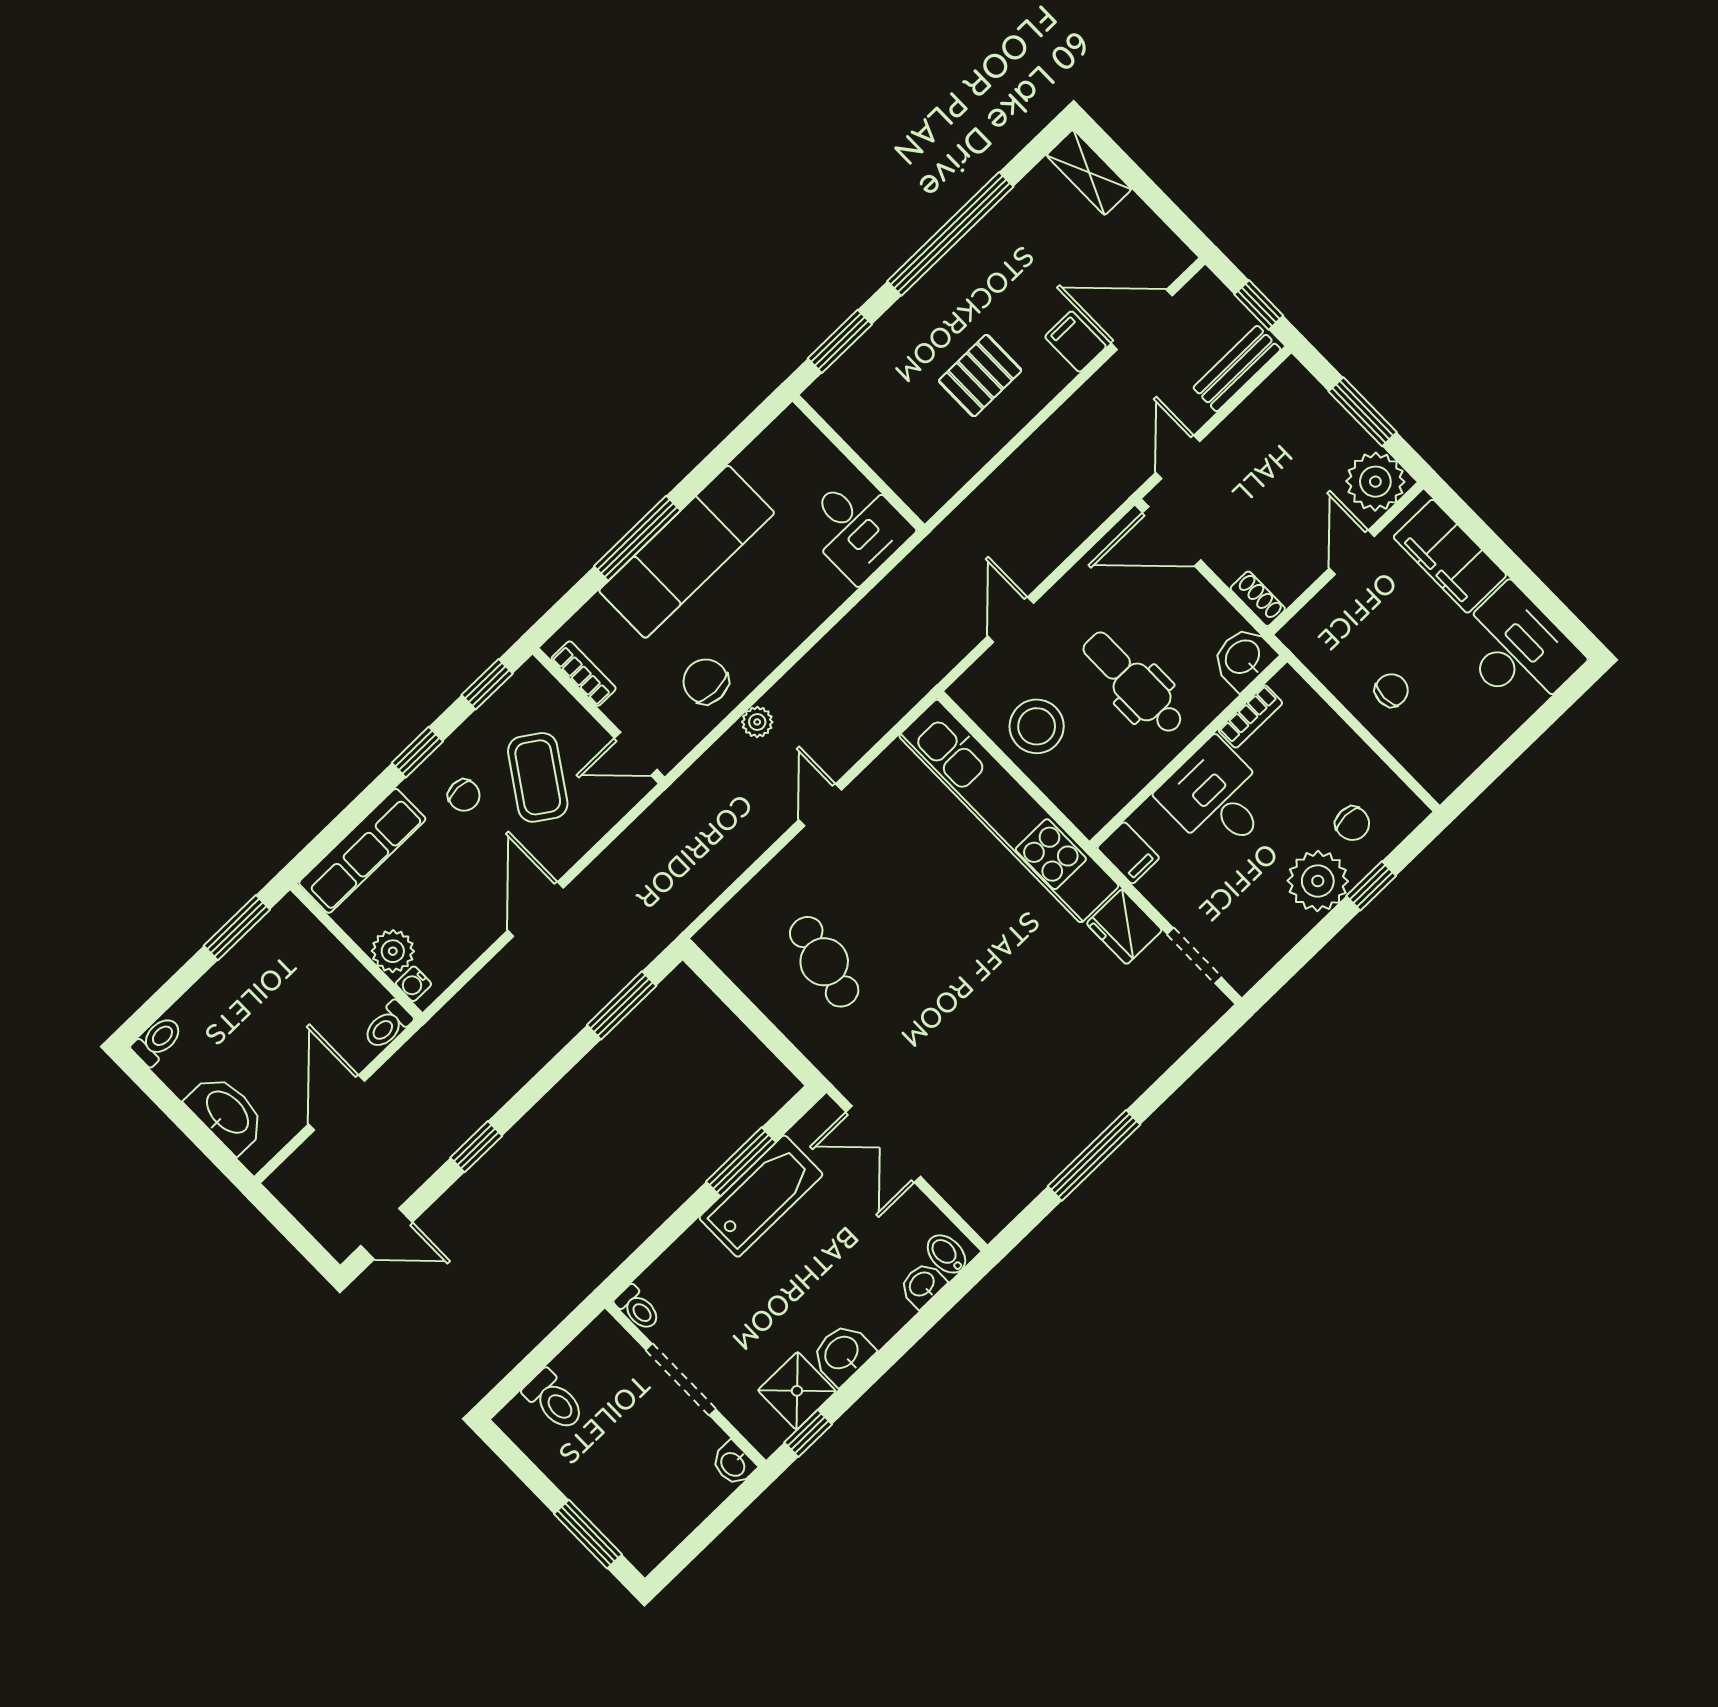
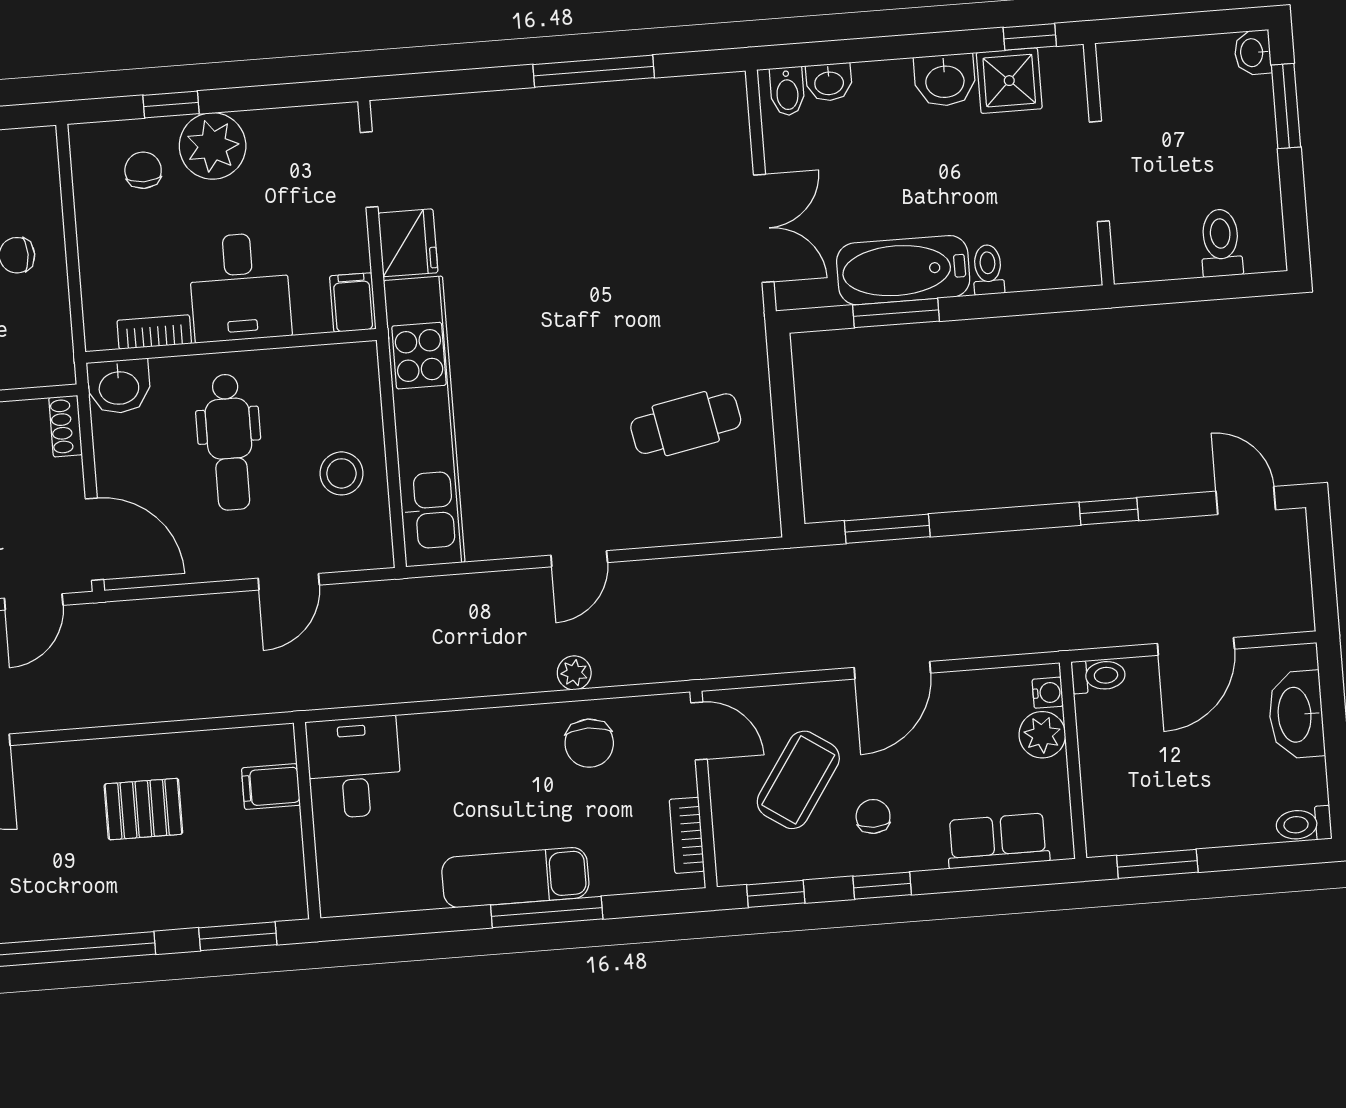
filing cabinet: (1076, 342) -> (271, 787), moved, turned 90
exam couch: (687, 552) -> (515, 877), width x0.73, depth x0.69
stool: (1037, 726) -> (341, 473), width x0.73, depth x0.73
row of seats: (362, 851) -> (998, 841), width x0.68
cafe table: (824, 962) -> (686, 424), turned 66
toilet: (638, 1308) -> (988, 270), moved
washbasin: (733, 1464) -> (1253, 53), moved, turned 180

